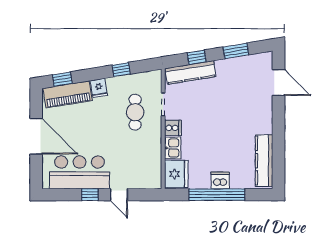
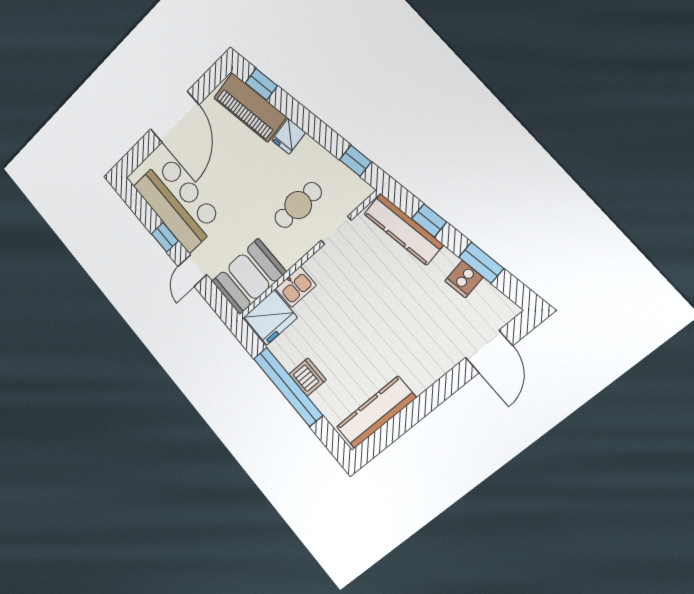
window: (121, 70) -> (355, 161), moved
cooker: (173, 128) -> (464, 279), moved, turned 81
booth: (147, 168) -> (249, 277), added

